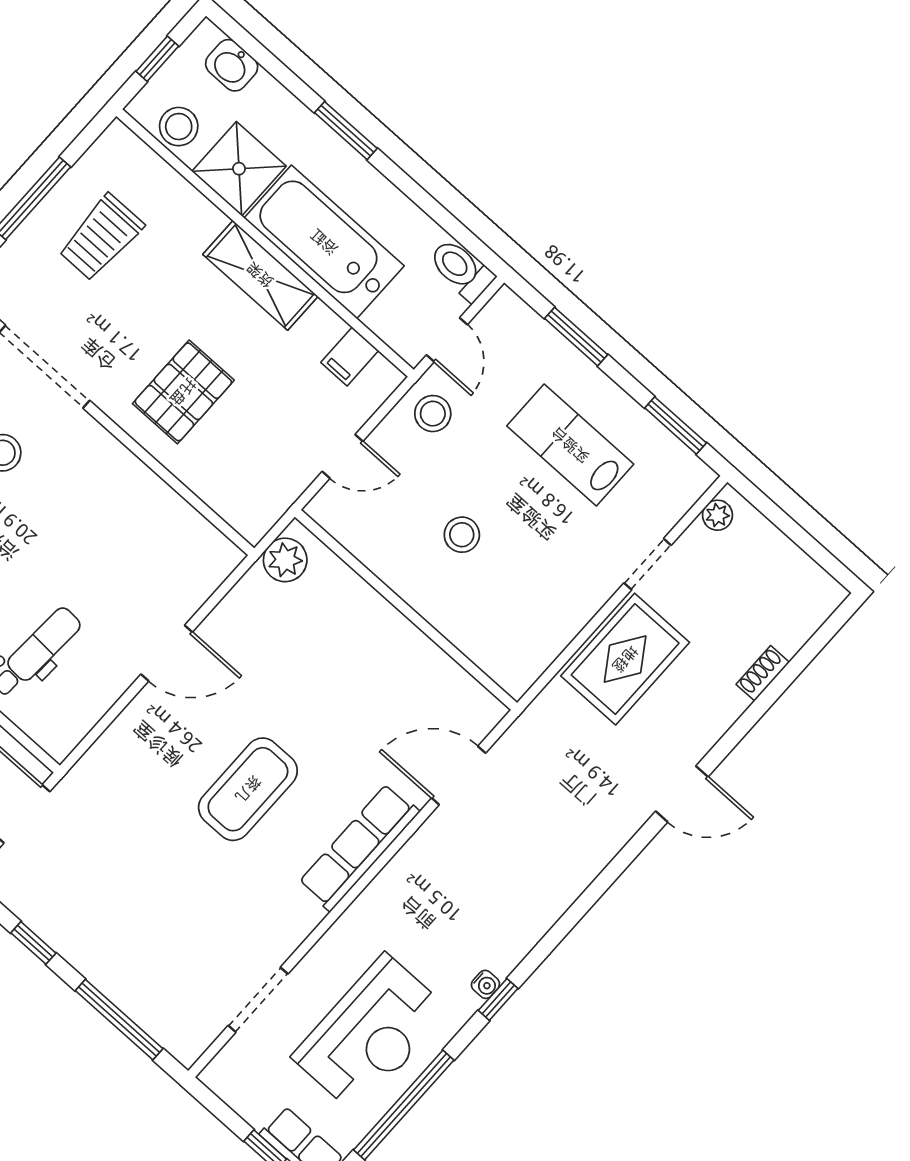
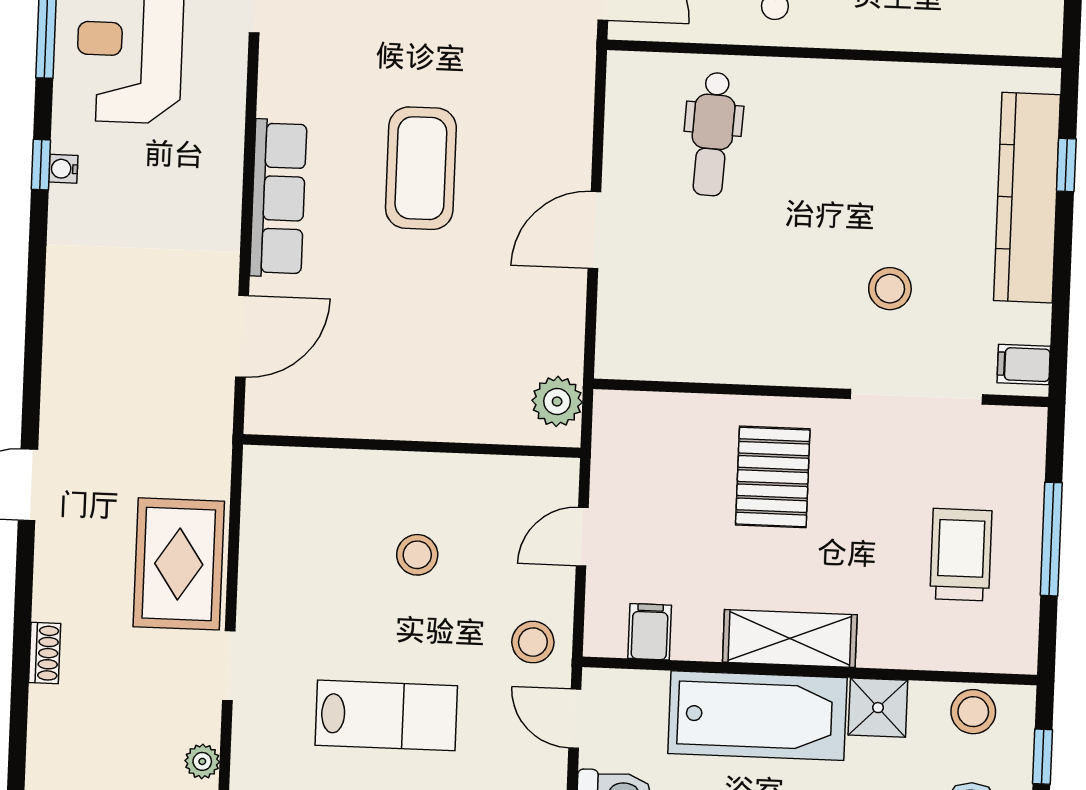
shower: (239, 169) -> (878, 708), width x0.73, depth x0.73

